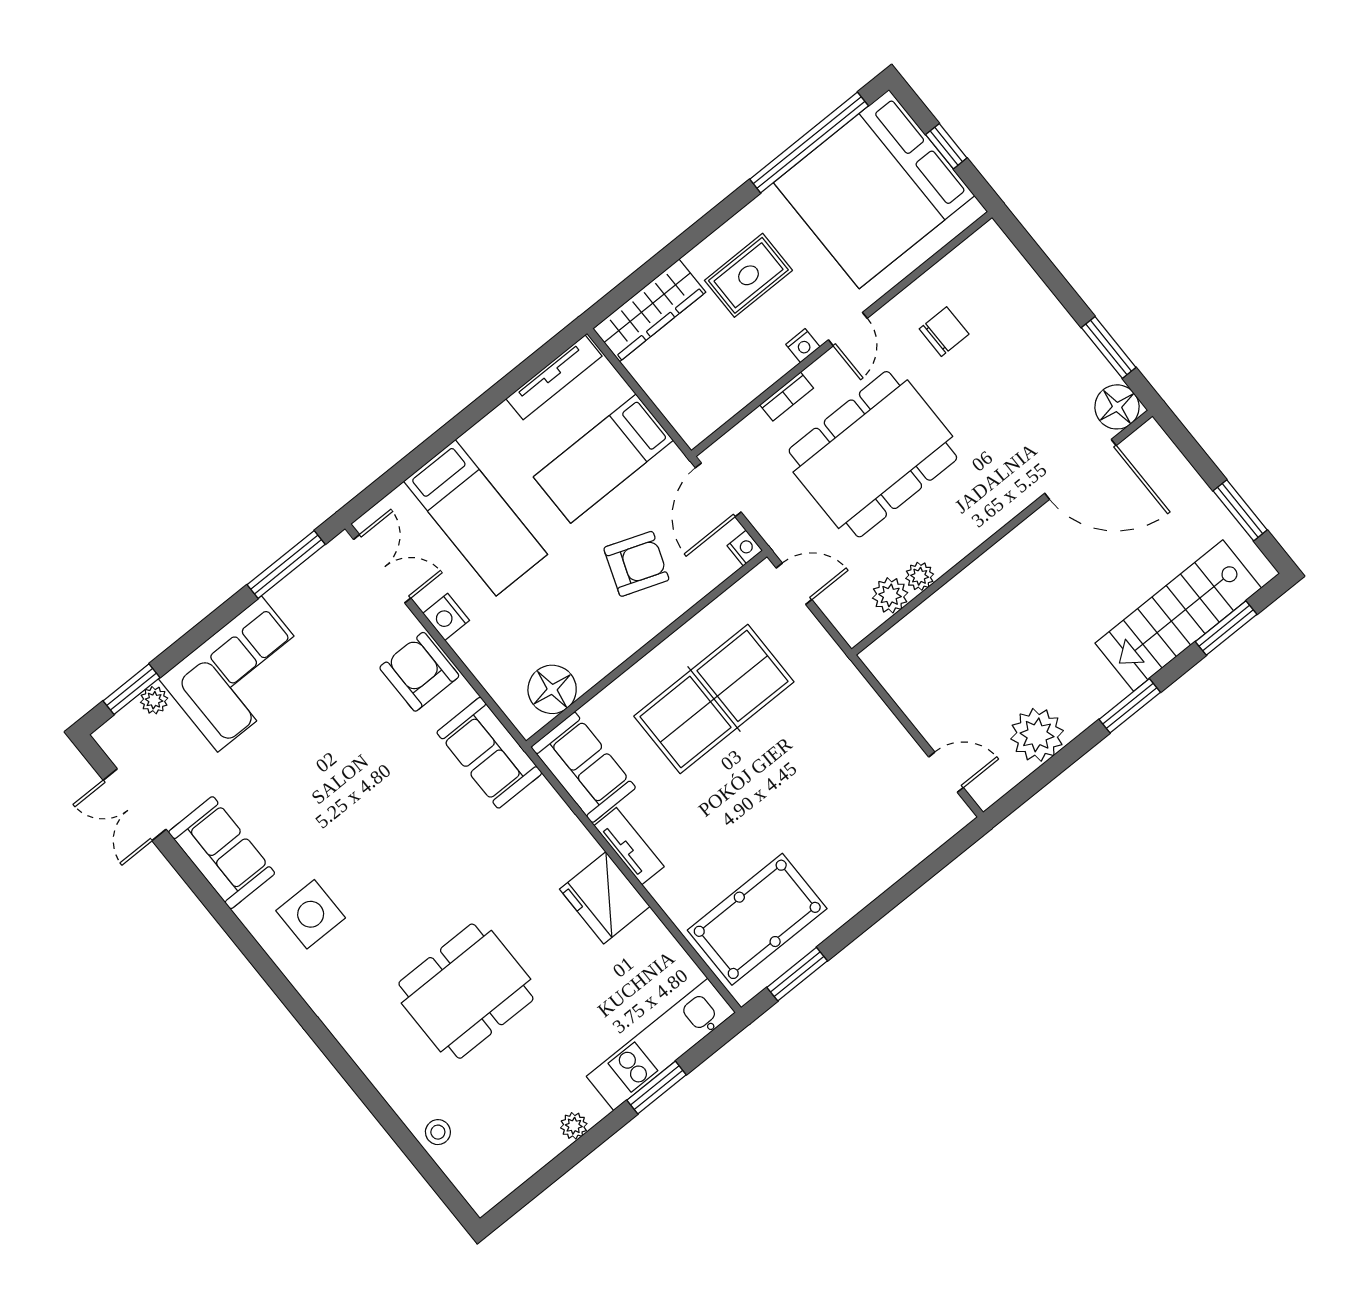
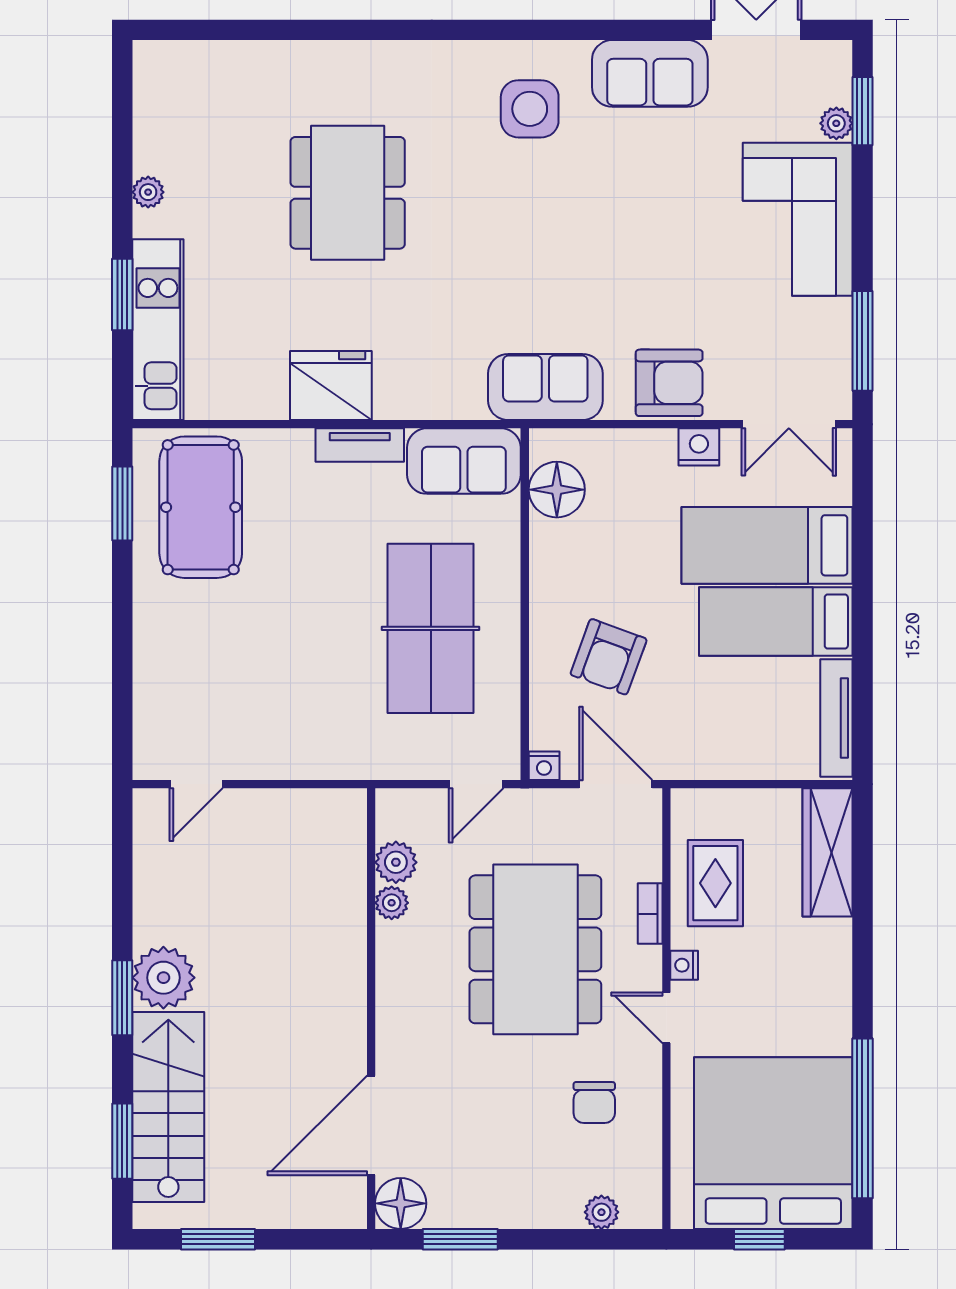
plant: (1014, 267) -> (601, 1212), added
rug: (748, 275) -> (715, 883), moved
bed: (603, 459) -> (776, 621), moved, turned -90
plant: (1037, 735) -> (163, 978), moved
stool: (438, 1132) -> (241, 65), removed

